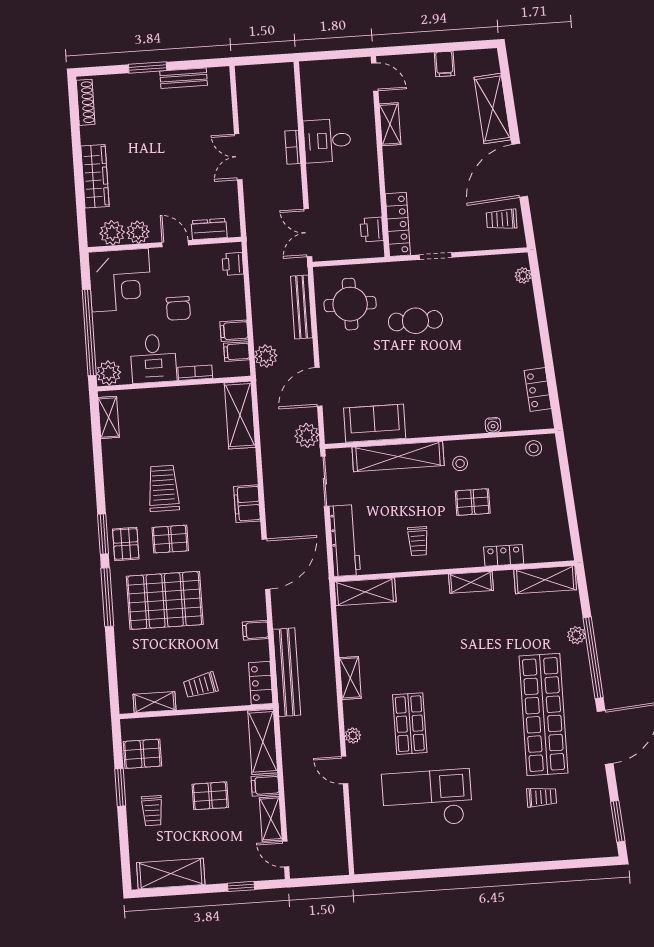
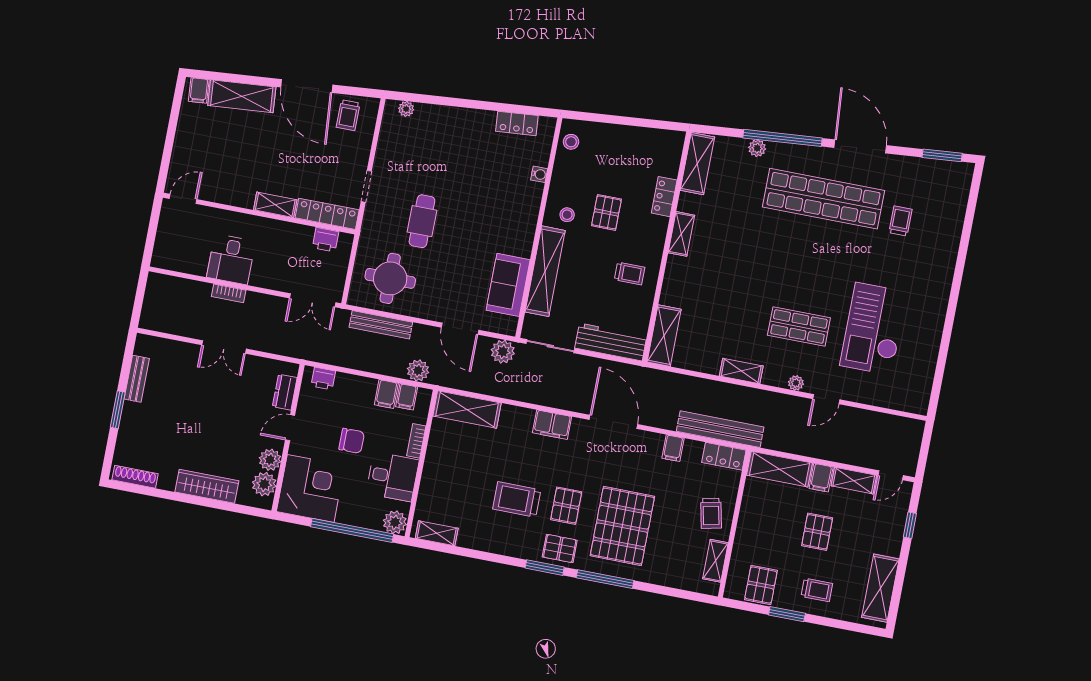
filing cabinet: (444, 64) -> (199, 90), moved, turned 85
shelving: (390, 124) -> (275, 205), moved

